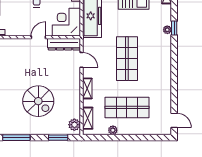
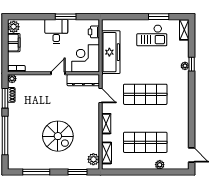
shop shelf: (127, 59) -> (145, 94), turned 90
plant: (113, 130) -> (160, 165), moved

